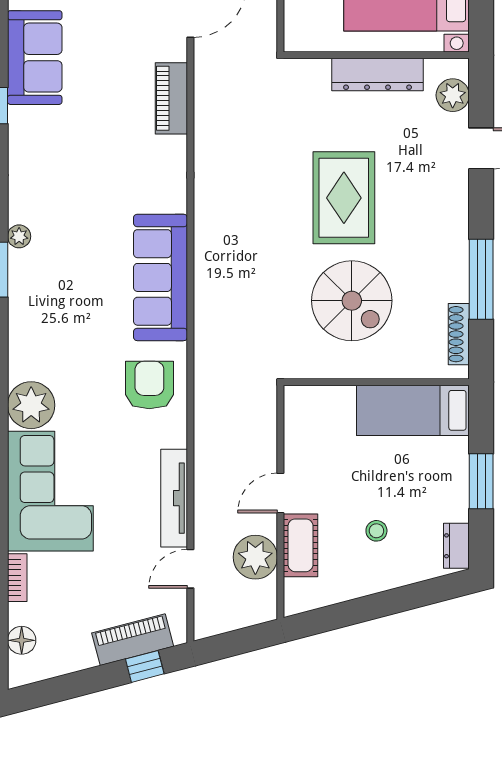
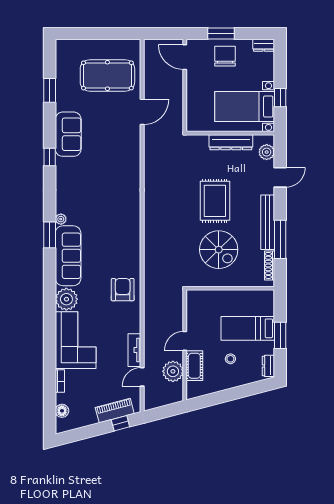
piano: (171, 98) -> (133, 154), removed
bench: (455, 243) -> (268, 222), added
sofa: (160, 277) -> (68, 256), moved, turned 180
bed: (413, 410) -> (248, 328), moved
tv unit: (174, 498) -> (134, 350), width x0.71

